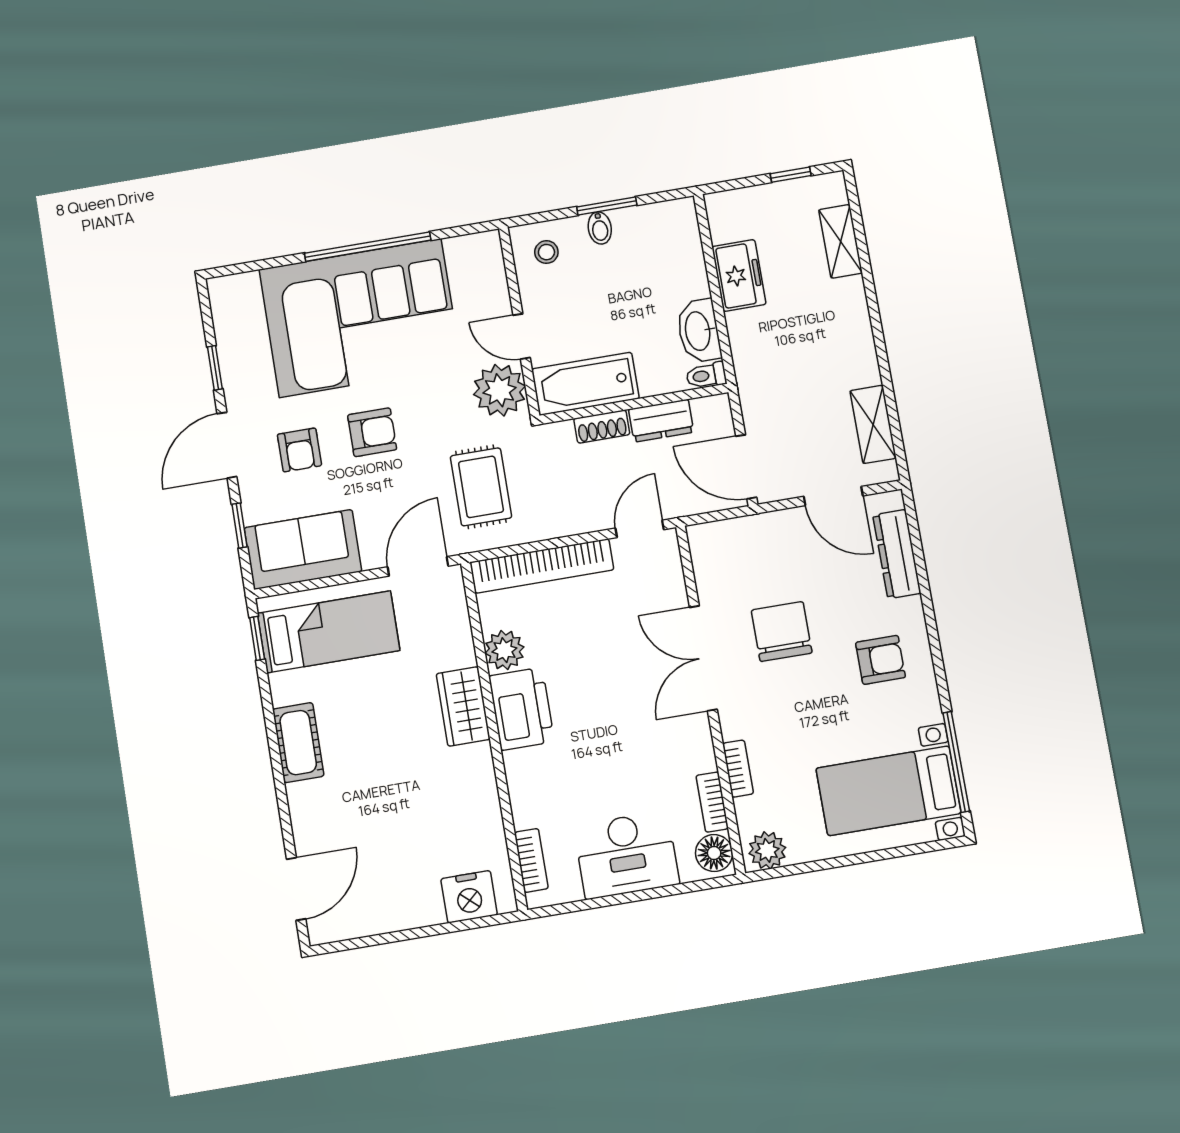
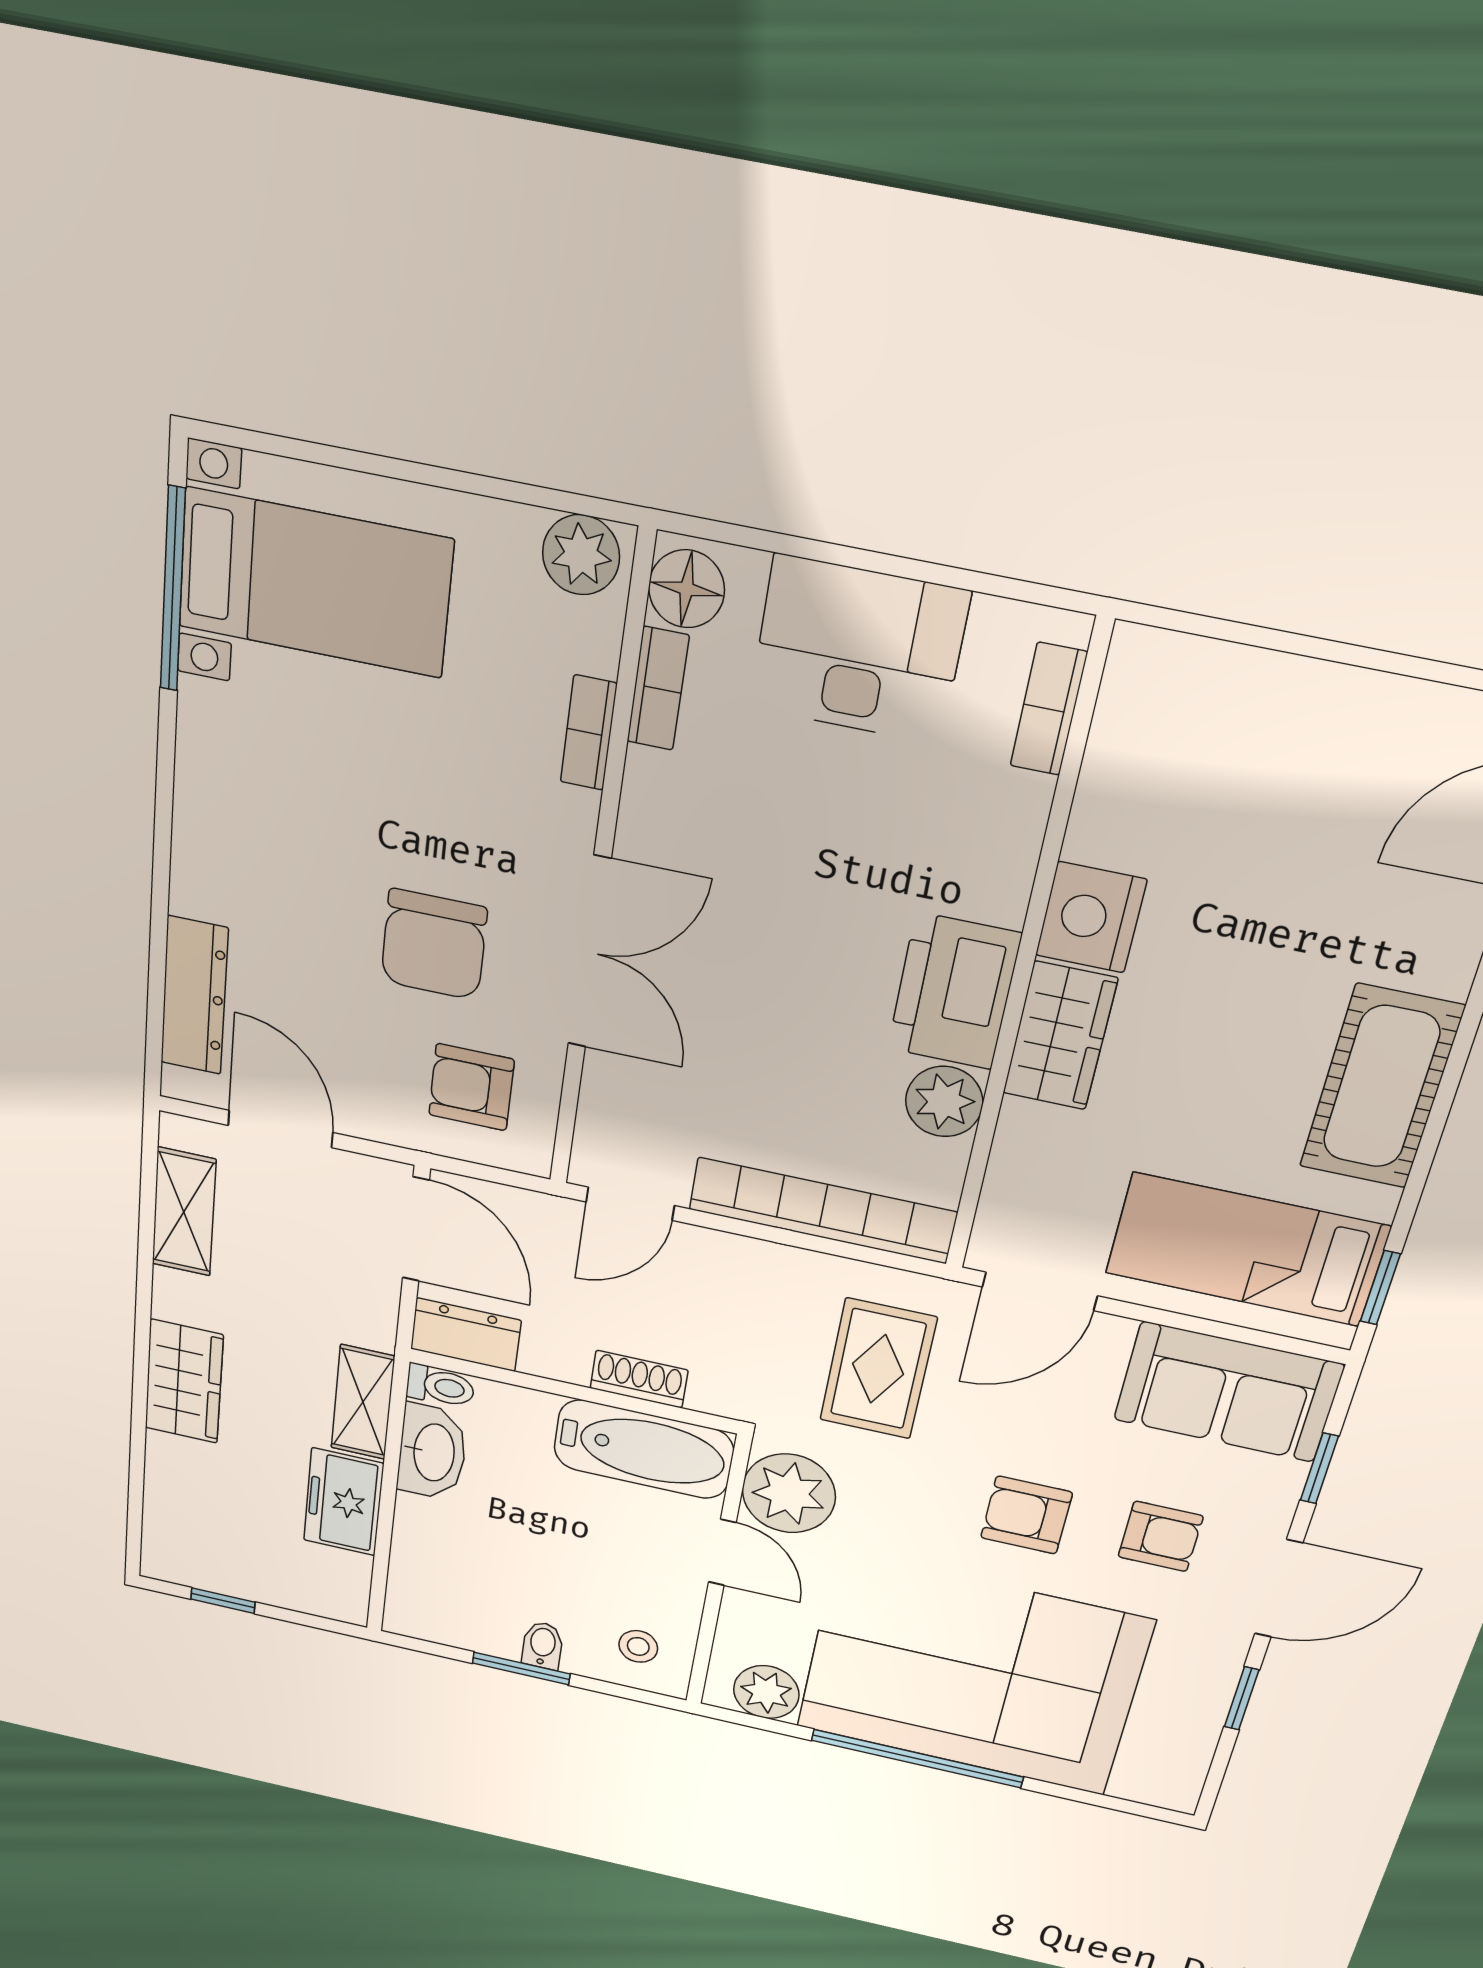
shelving: (841, 241) -> (363, 1402), moved
plant: (466, 254) -> (766, 1692), added
wardrobe: (848, 316) -> (184, 1382), added
dresser: (661, 421) -> (466, 1335), moved
armchair: (299, 450) -> (1161, 1536), turned 90
armchair: (881, 660) -> (471, 1087), moved
cot: (298, 743) -> (1381, 1087), width x1.37, depth x1.34
nightstand: (469, 897) -> (1091, 917), moved, turned -90

